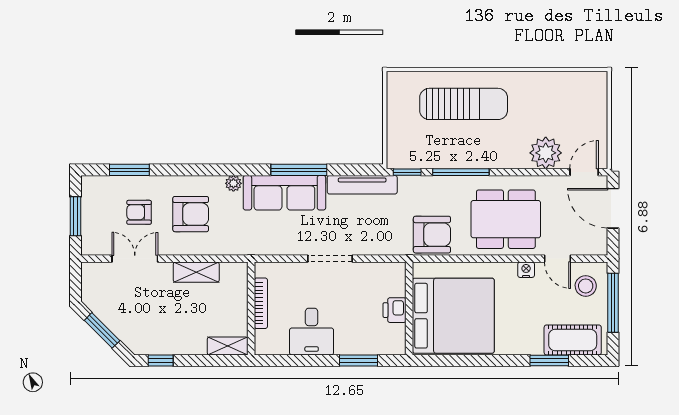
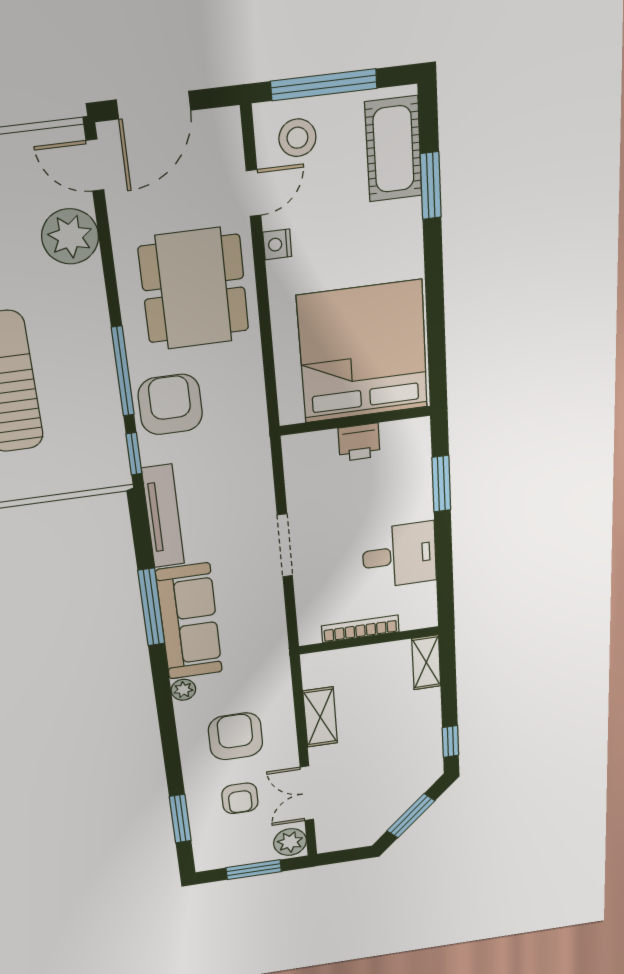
armchair: (432, 235) -> (170, 404), moved
plant: (95, 244) -> (290, 842), added

